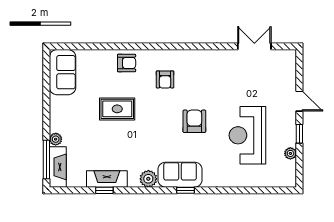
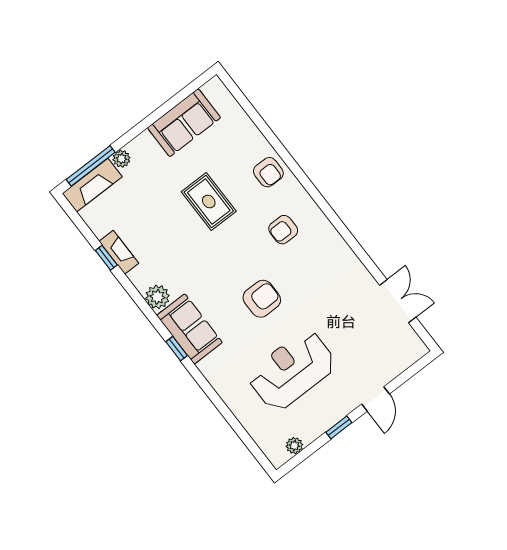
sofa: (63, 72) -> (184, 123), moved
plant: (290, 153) -> (294, 446), moved
fireplace: (107, 179) -> (119, 252), width x0.73, depth x0.76

